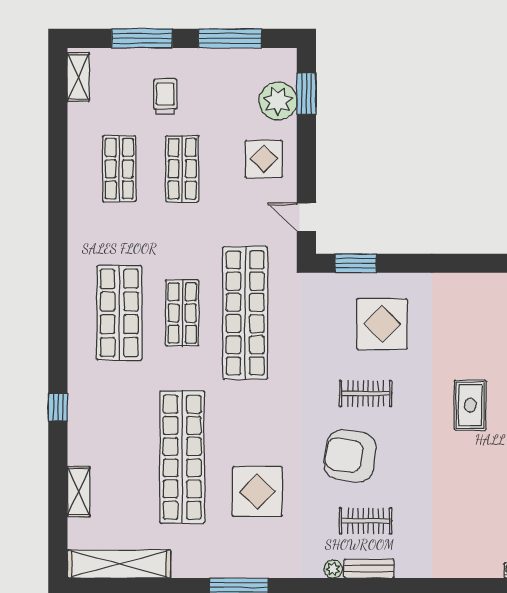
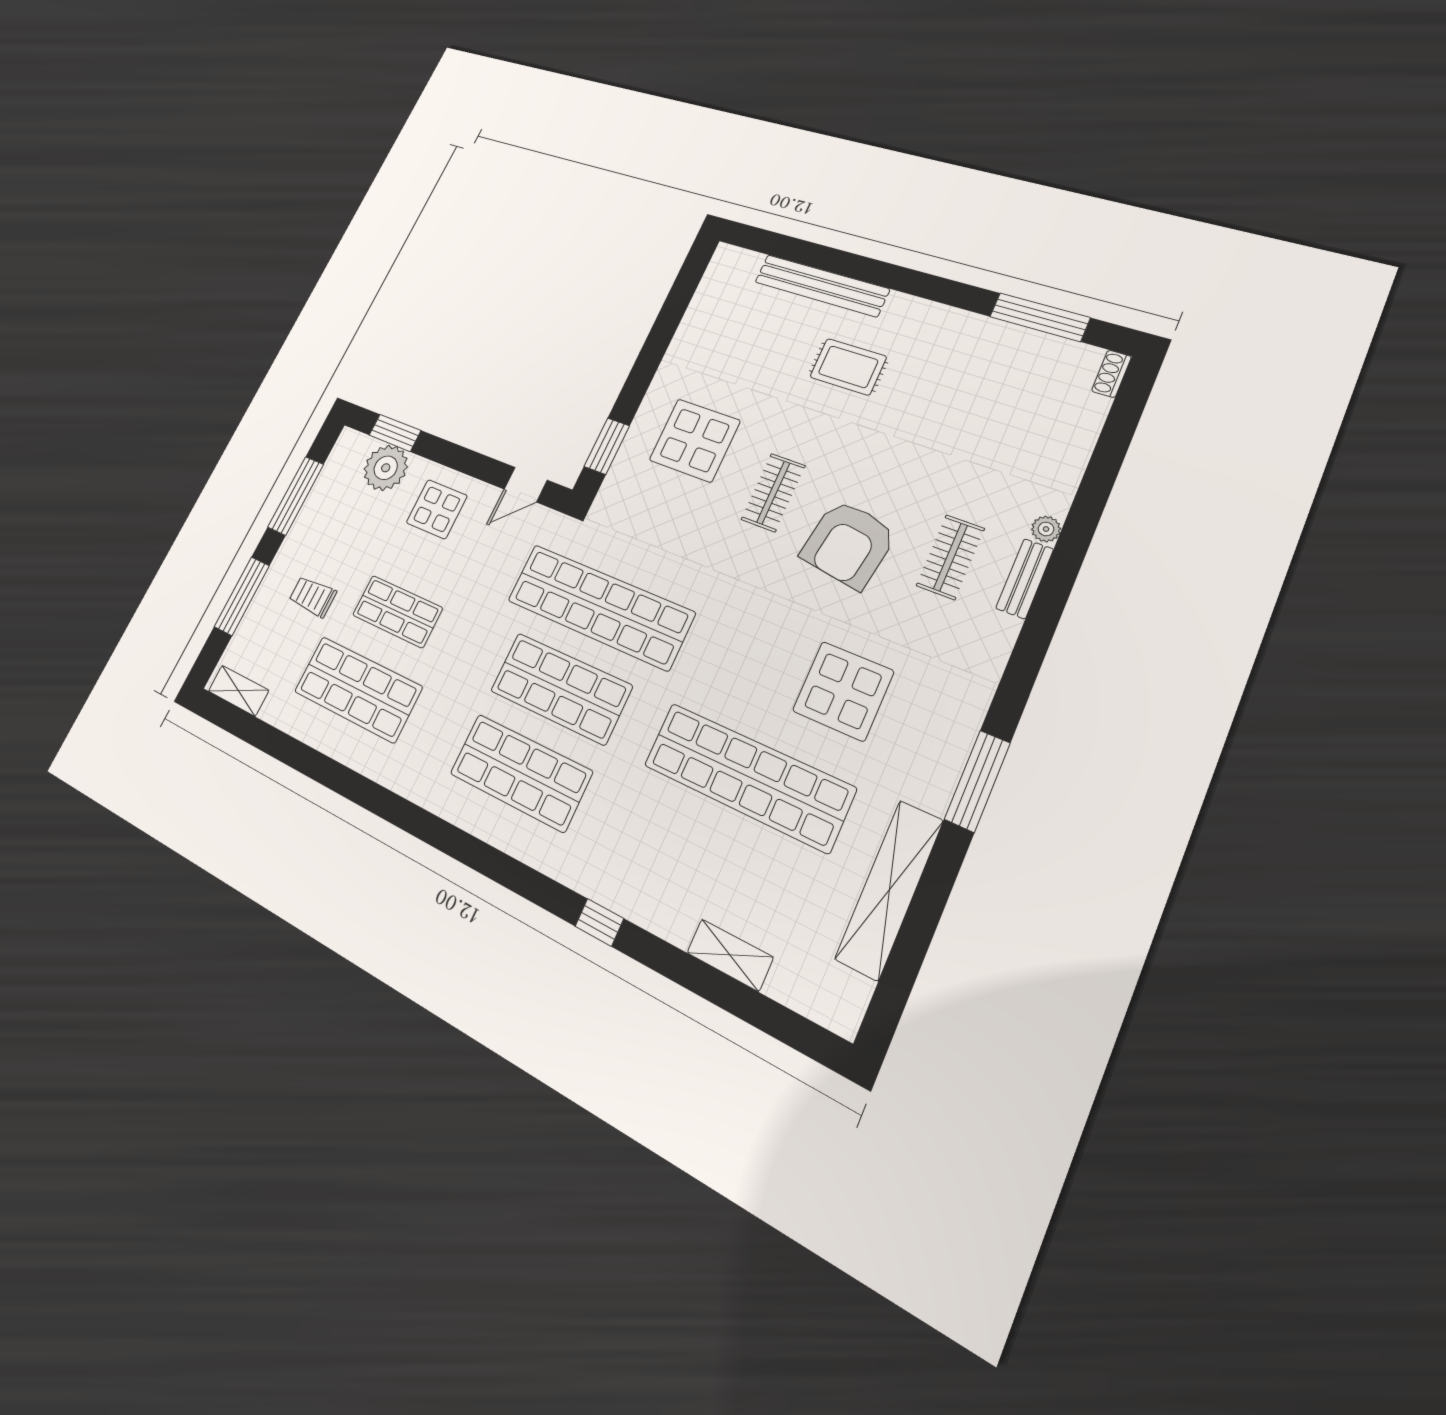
shop shelf: (119, 169) -> (358, 689), width x1.43, depth x1.36
shop shelf: (182, 313) -> (561, 688), width x1.43, depth x1.36
shelving: (119, 564) -> (889, 889), moved
plant: (333, 569) -> (1046, 529), moved

